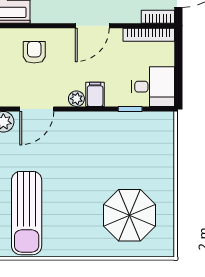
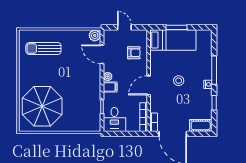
door: (92, 26) -> (149, 85), hinge flipped
sun lounger: (27, 213) -> (43, 49), width x0.73, depth x0.75
parasol: (129, 215) -> (42, 106), width x1.36, depth x1.36

